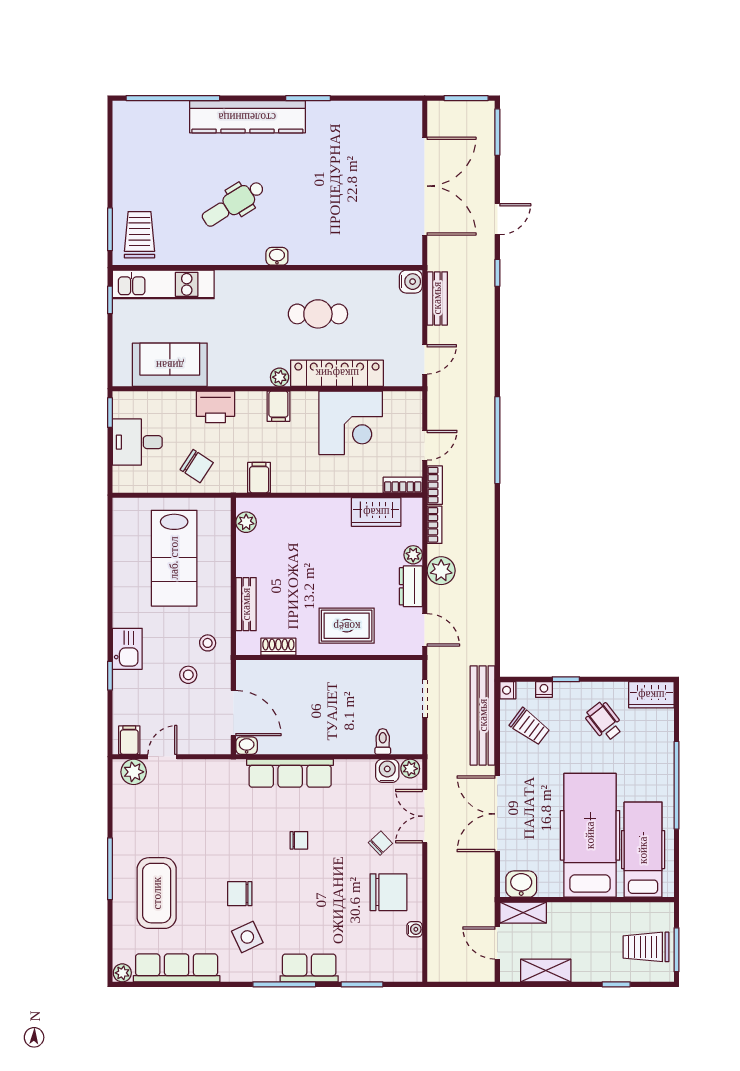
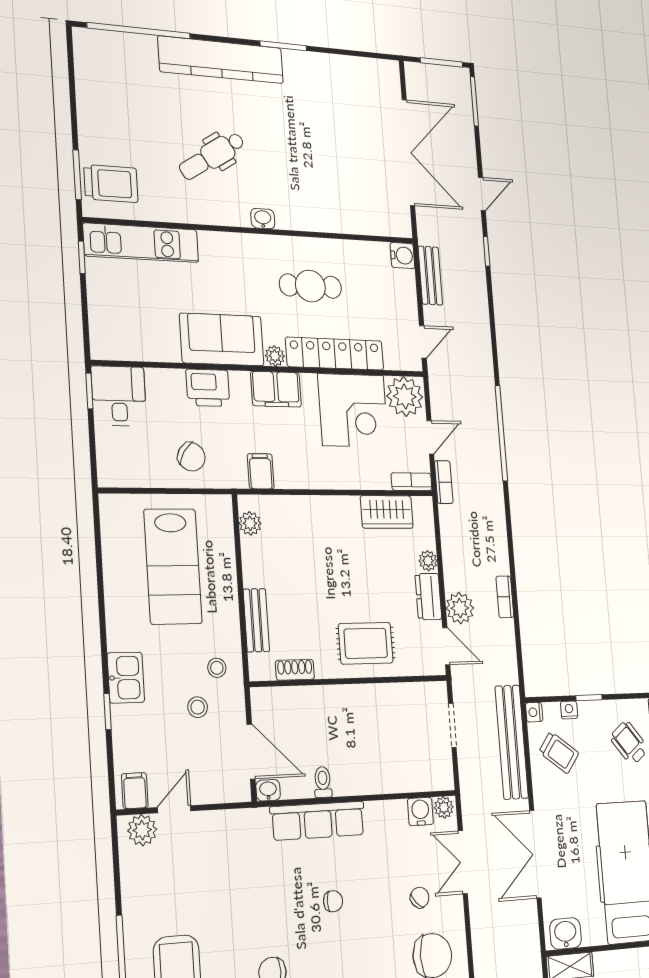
trolley: (139, 235) -> (111, 183), turned 90
sofa: (170, 365) -> (222, 339), moved
filing cabinet: (278, 406) -> (276, 389), width x2.00
plant: (402, 409) -> (405, 396), added
desk: (137, 442) -> (119, 396), moved, turned 90
bookcase: (435, 525) -> (505, 597), moved, turned 180
plant: (441, 571) -> (460, 608), moved
toilet: (383, 741) -> (323, 782), moved

